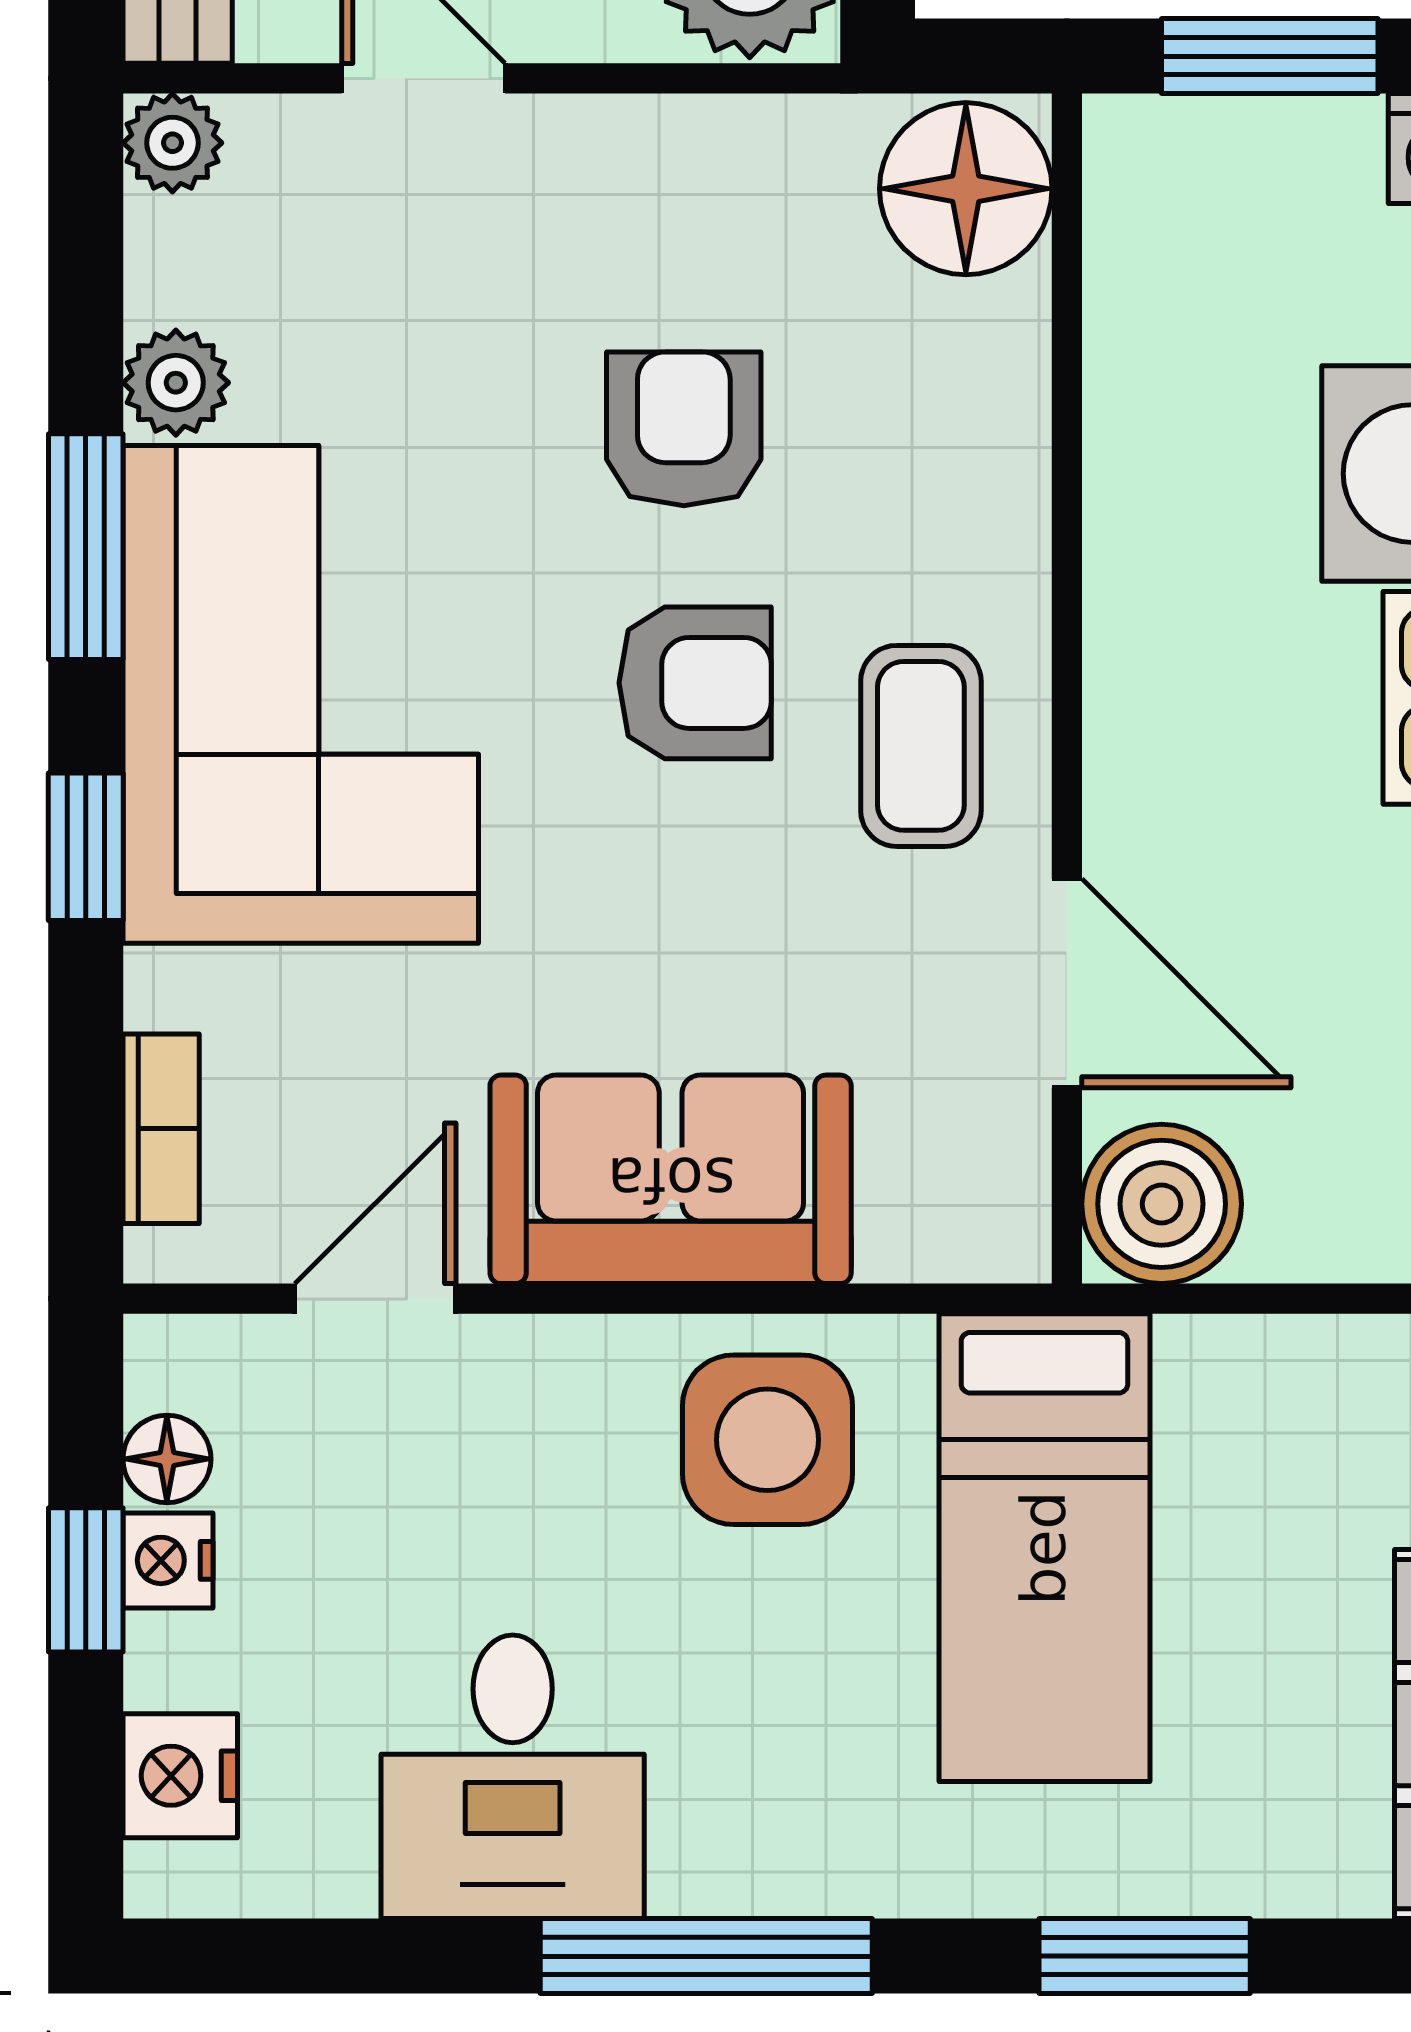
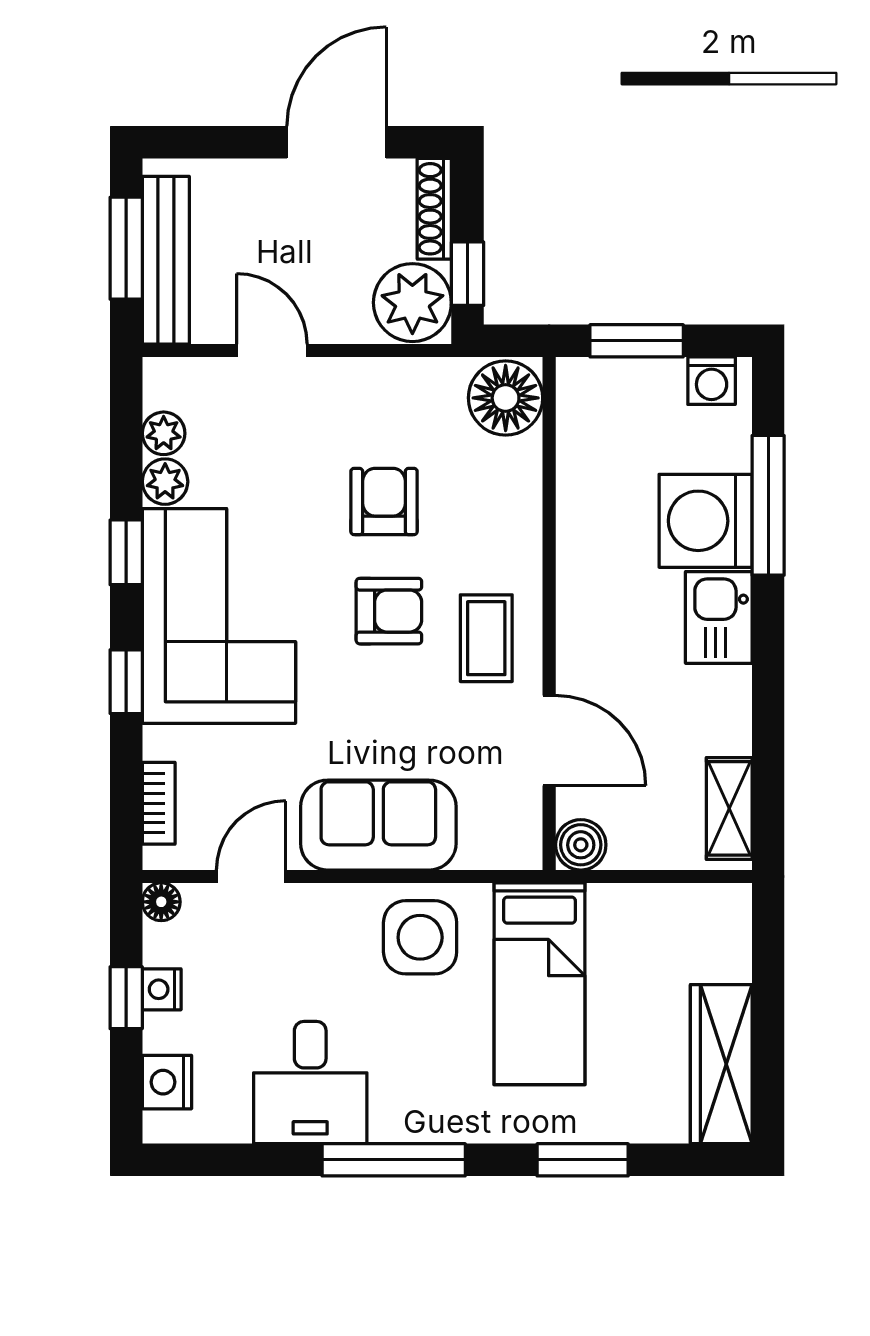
plant: (172, 143) -> (164, 433), moved
window: (86, 547) -> (126, 552), width x0.67
boiler: (1162, 1204) -> (581, 845), width x0.73, depth x0.73
floor lamp: (167, 1459) -> (161, 902), moved

